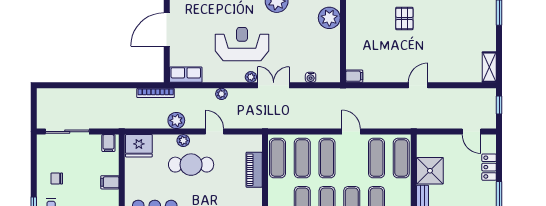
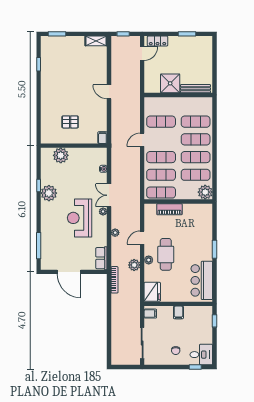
pallet: (404, 18) -> (70, 122), moved
exercise mat: (401, 158) -> (161, 104), removed
locker: (489, 167) -> (158, 41), moved

